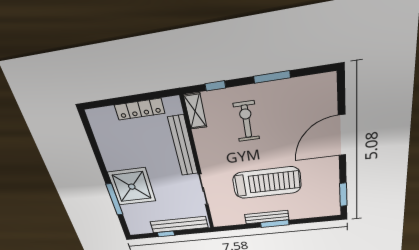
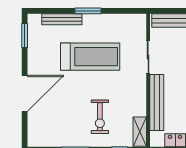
treadmill: (267, 183) -> (90, 57), turned 180
bench: (267, 217) -> (62, 19), moved

